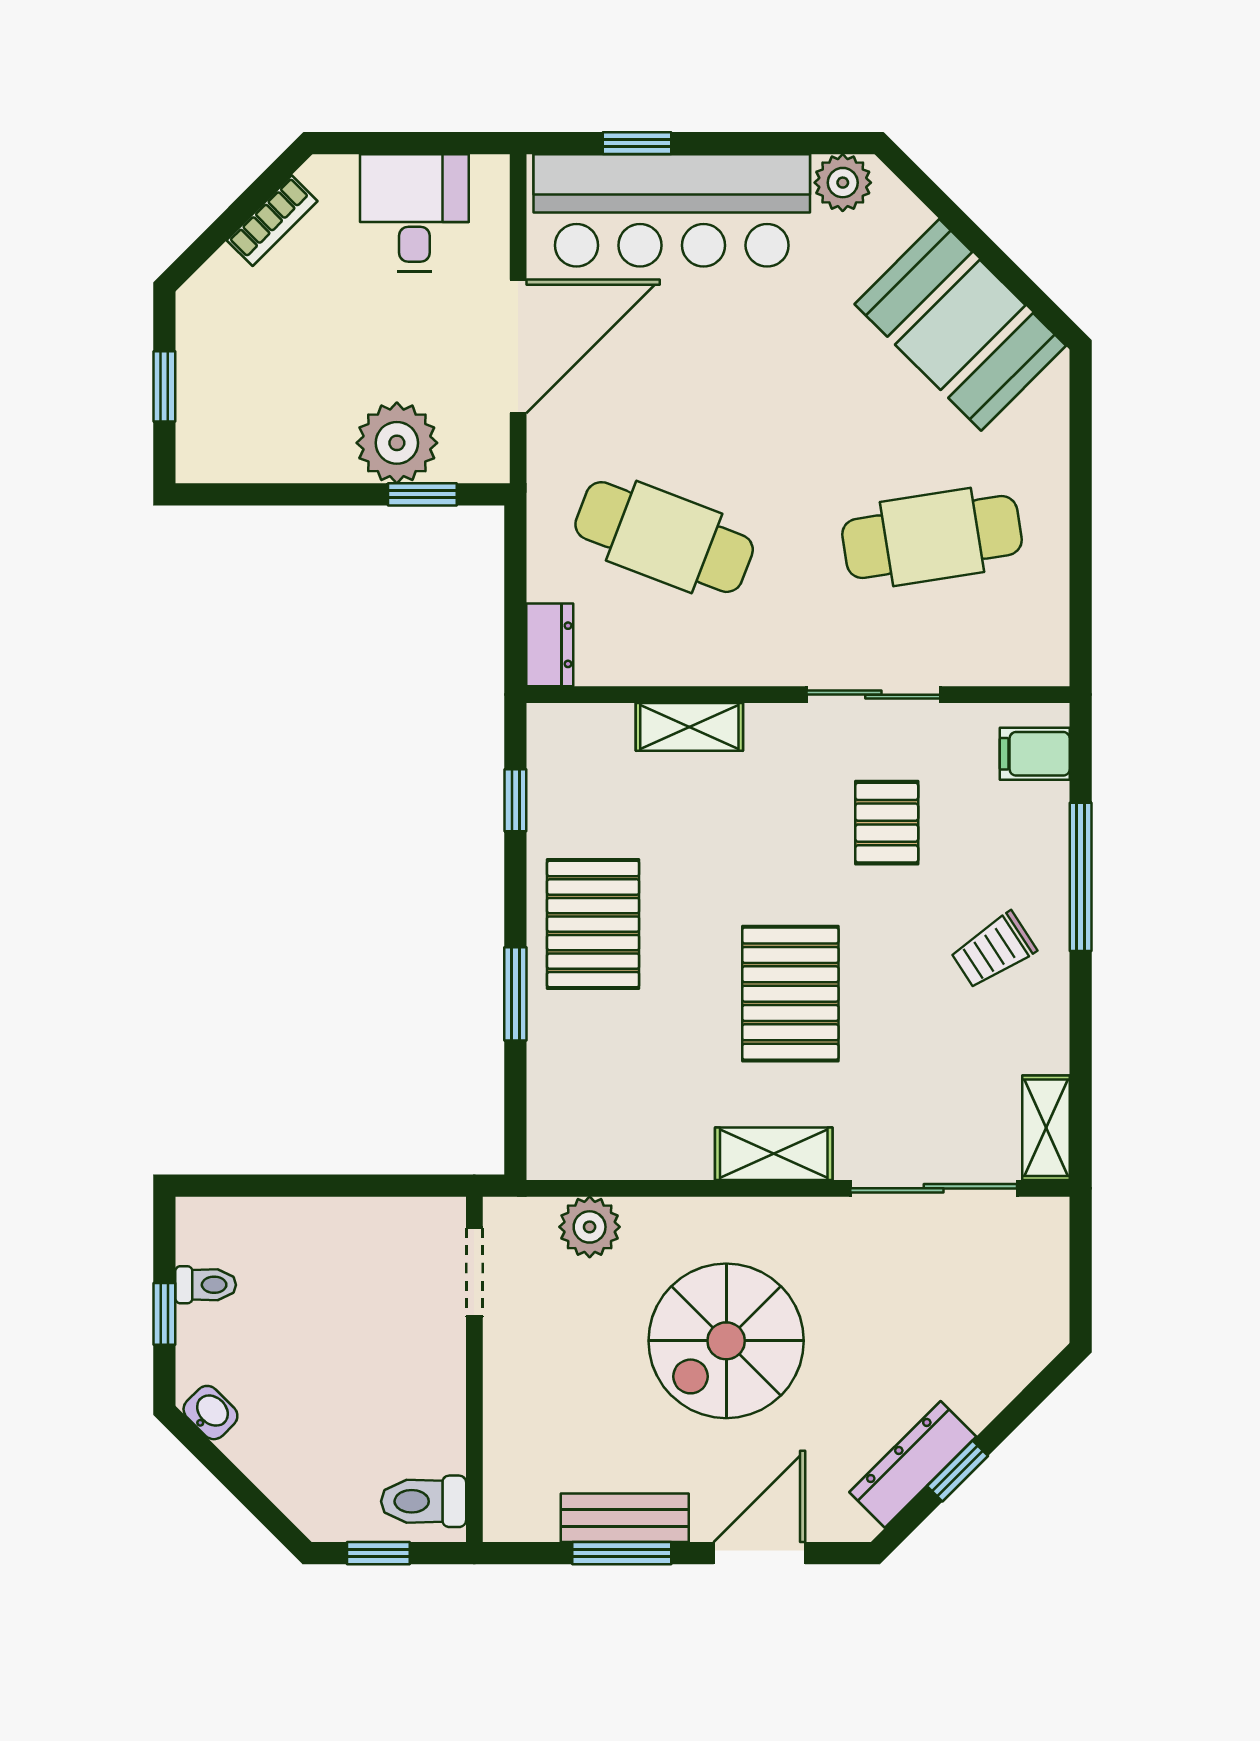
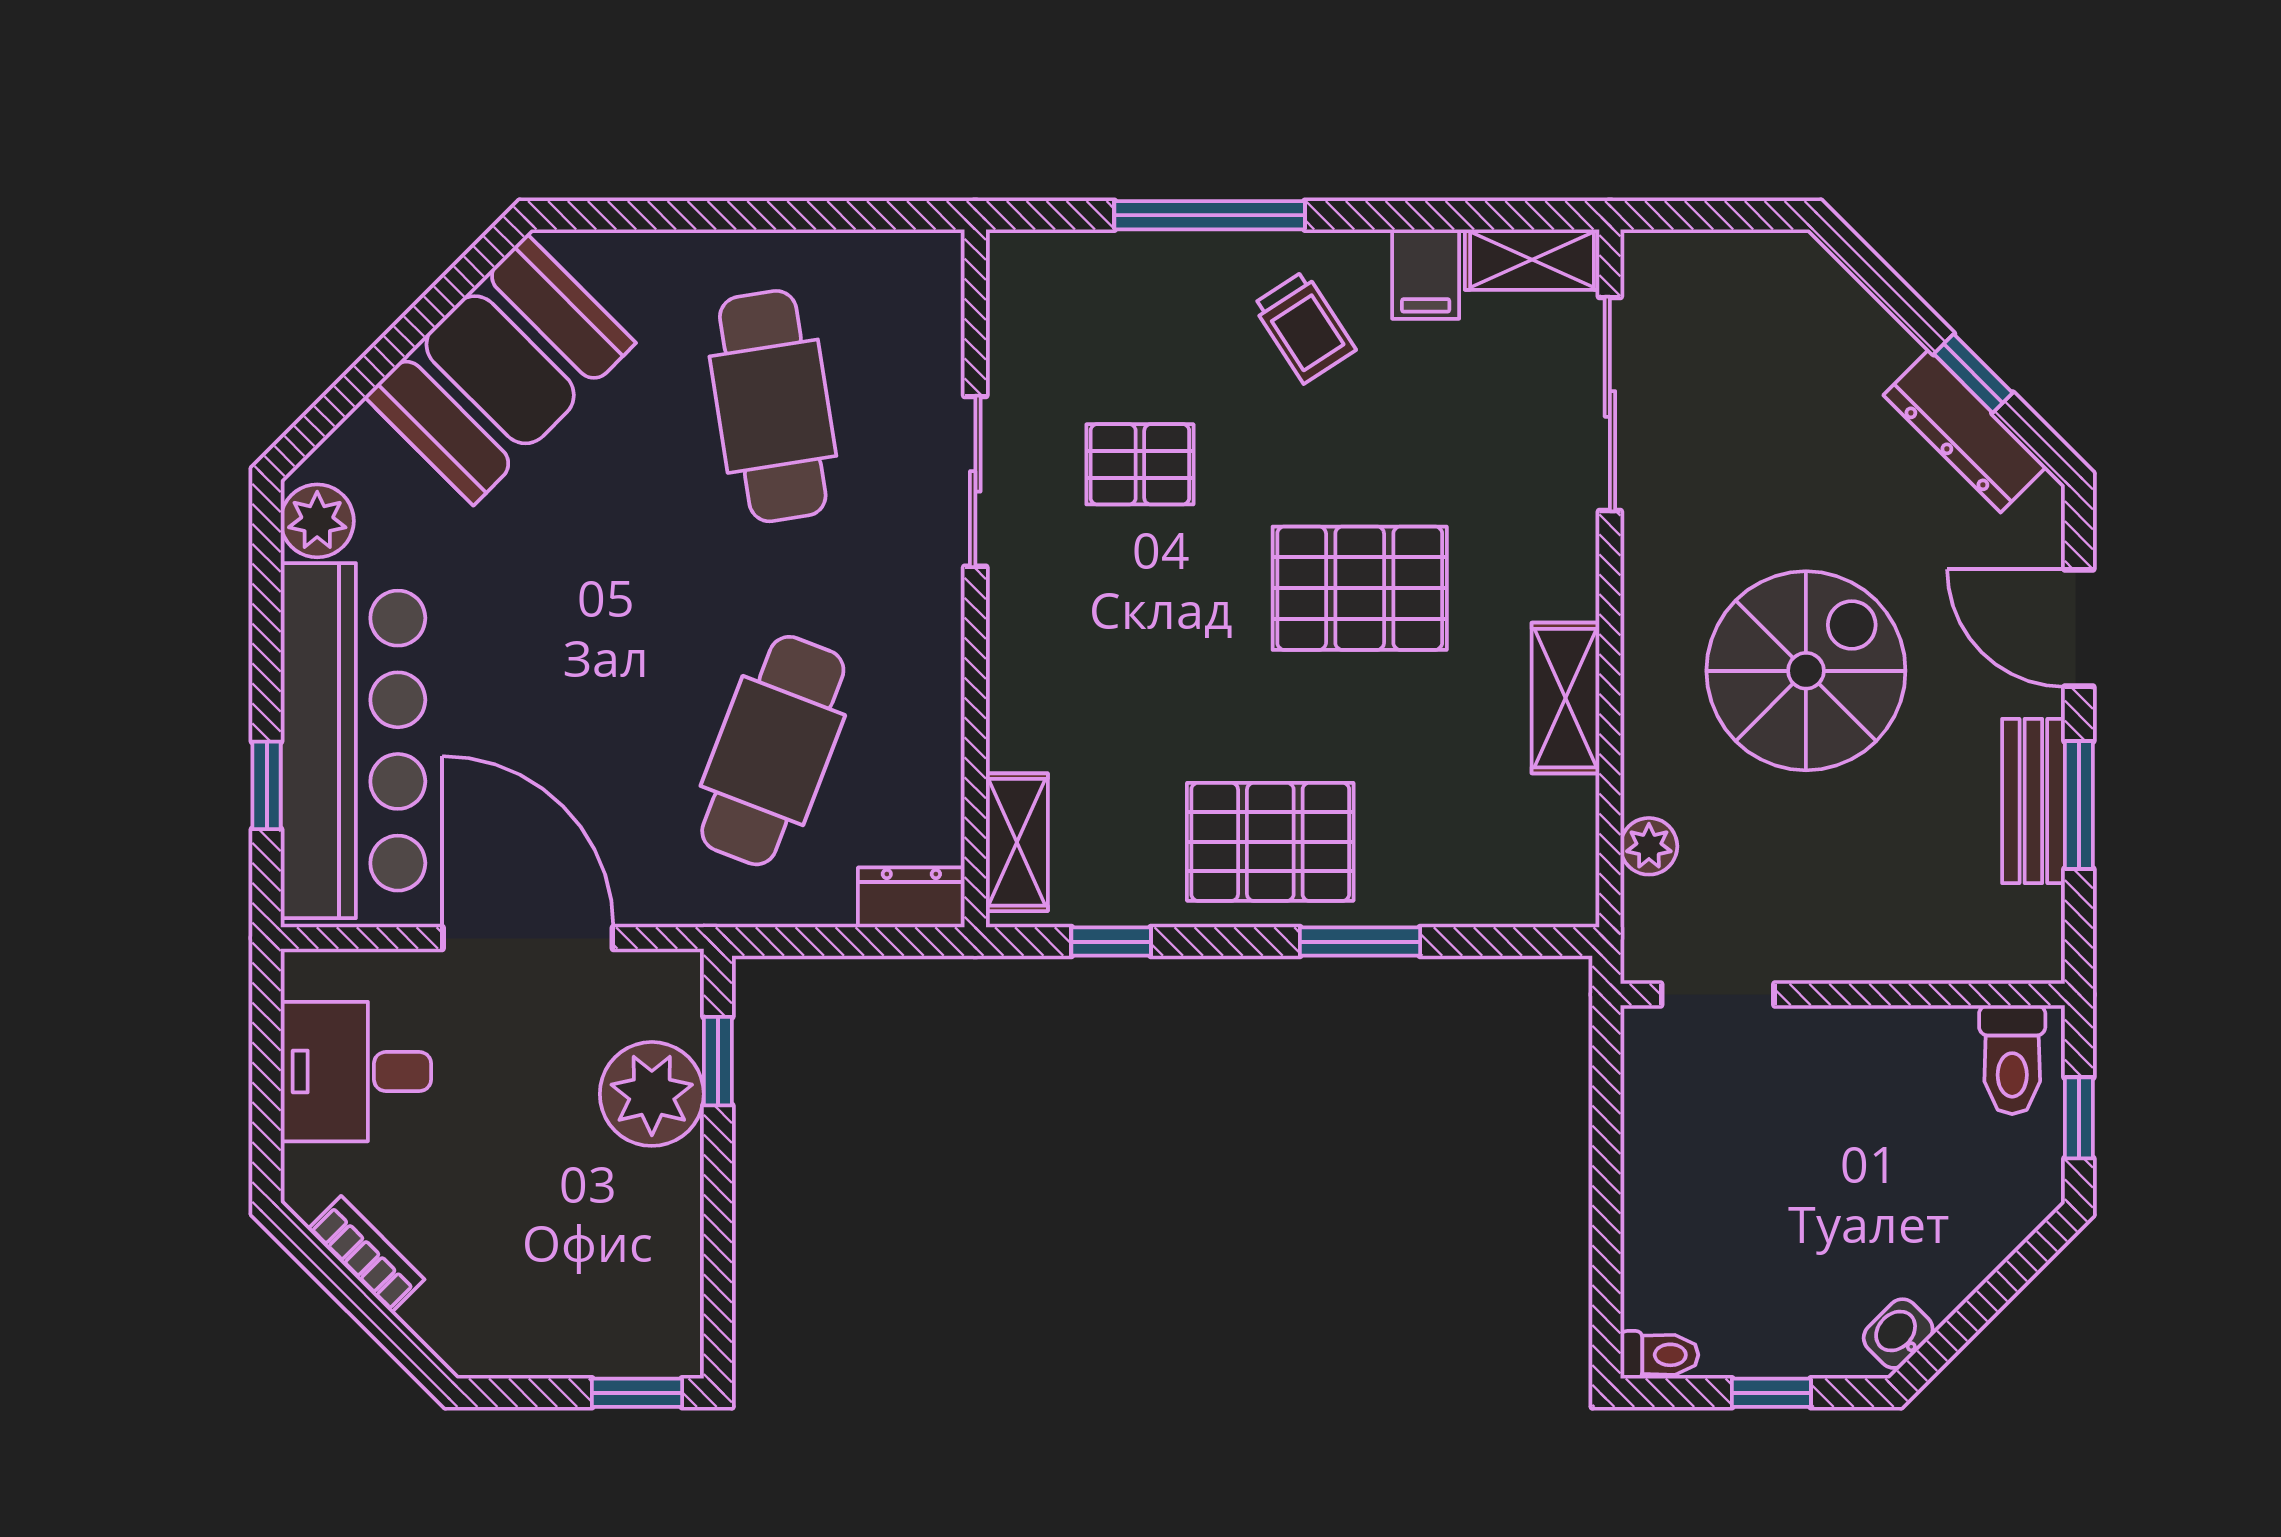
window: (164, 386) -> (637, 1393), moved
shelving: (689, 727) -> (1017, 842), moved
filing cabinet: (1035, 754) -> (1426, 274), moved
shelving: (774, 1154) -> (1565, 698), moved
plant: (590, 1227) -> (1649, 846), width x0.73, depth x0.73
toilet: (206, 1285) -> (1659, 1355), moved, turned 90
spiral stairs: (726, 1341) -> (1806, 671), turned -90

